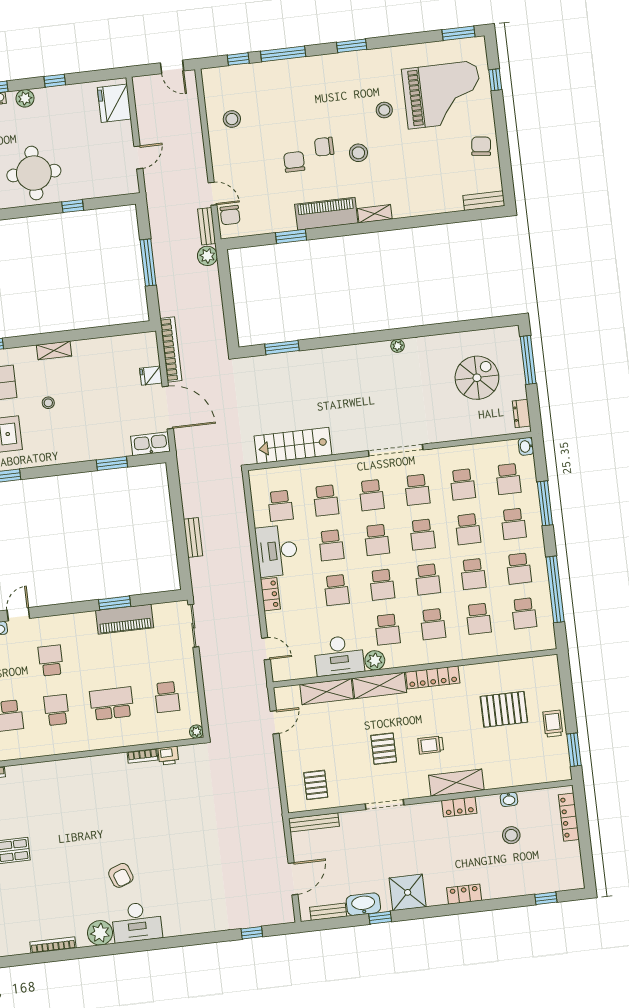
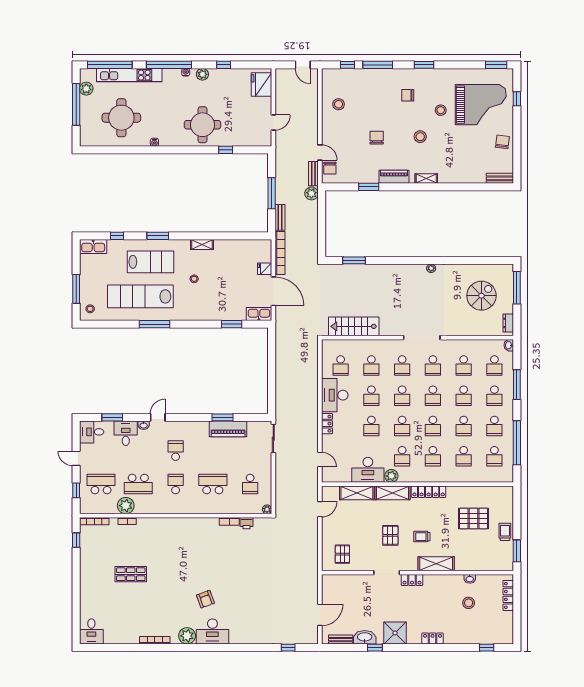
chair: (324, 147) -> (408, 95), moved
piano: (326, 214) -> (394, 177), width x0.73, depth x0.75
bench: (193, 537) -> (280, 217), moved
locker: (459, 807) -> (412, 580), moved
bench: (314, 822) -> (338, 579), removed

